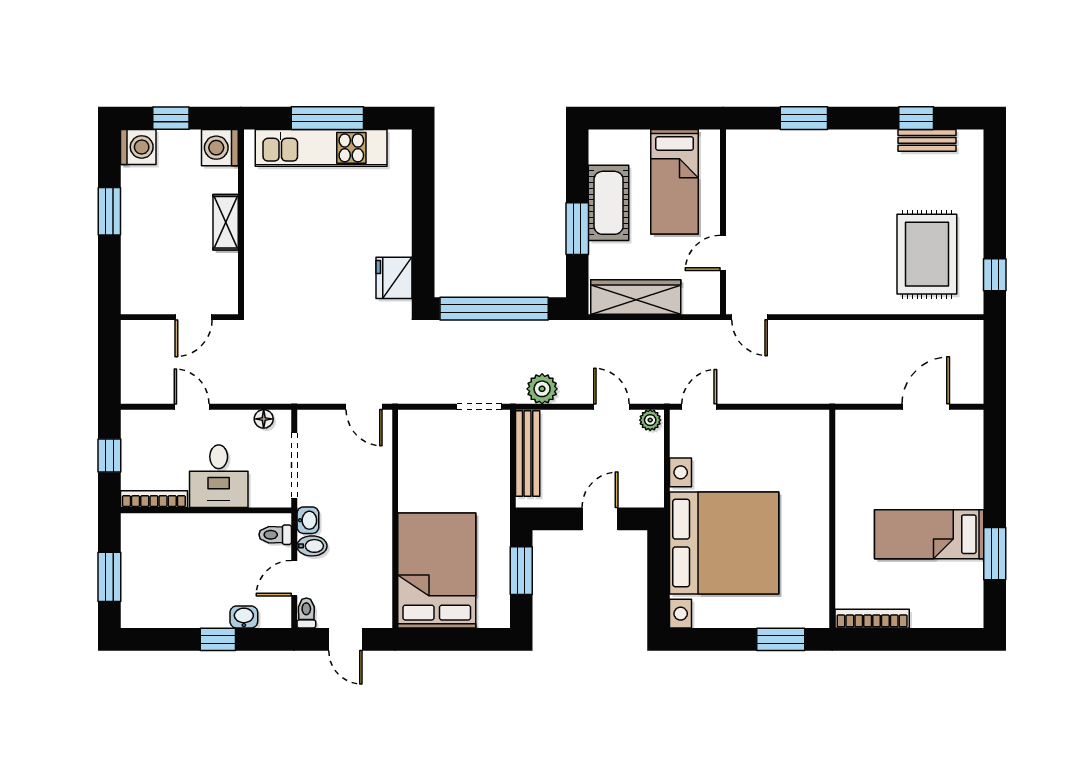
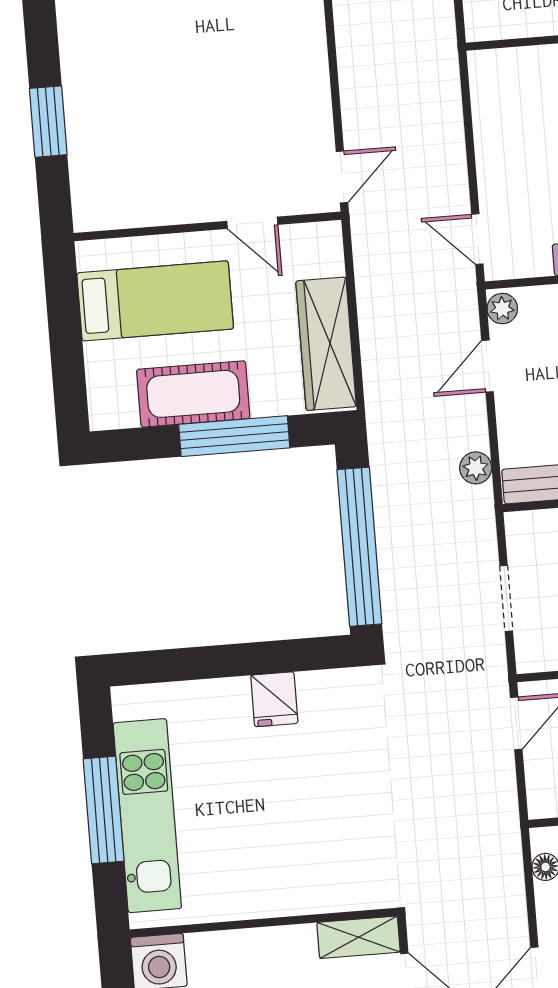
shelving: (226, 222) -> (359, 937), moved
window: (577, 229) -> (234, 436), width x1.44
fridge: (394, 278) -> (274, 699), moved, width x0.72
plant: (542, 389) -> (476, 468), width x0.73, depth x0.73
doorway: (479, 407) -> (506, 598), moved

